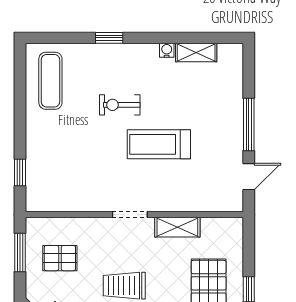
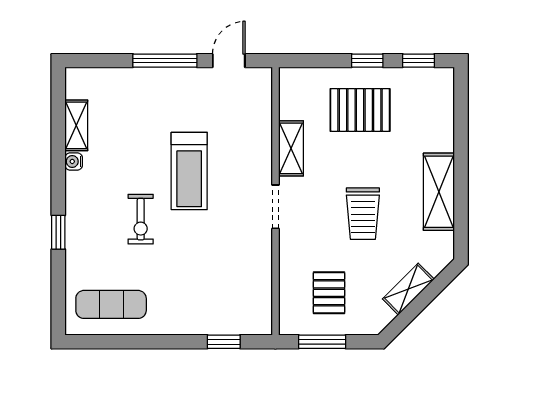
door: (249, 177) -> (229, 61), hinge flipped

